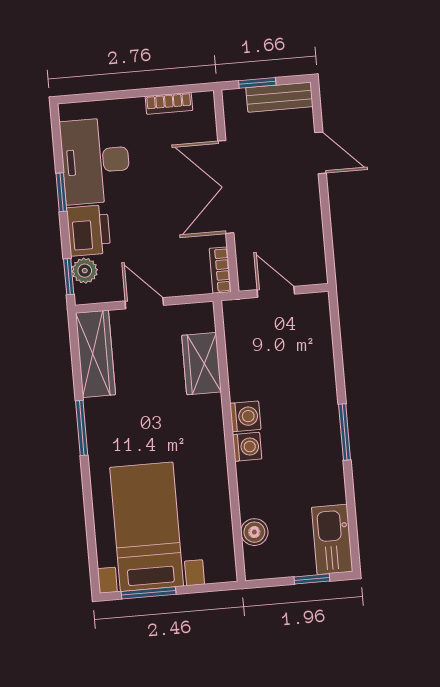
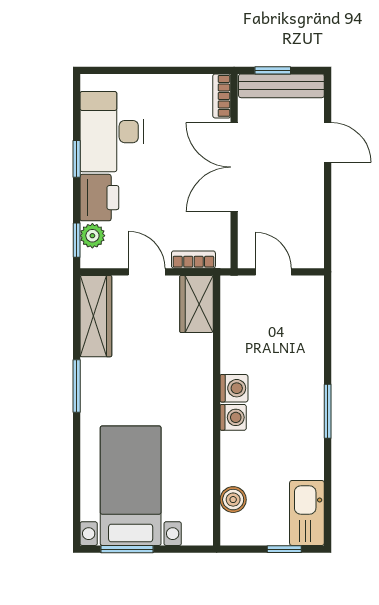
bench: (279, 97) -> (281, 86), width x1.36
bookcase: (169, 103) -> (222, 96), moved, turned 90
bookcase: (220, 270) -> (193, 260), moved, turned 90
wardrobe: (202, 364) -> (196, 304), moved

